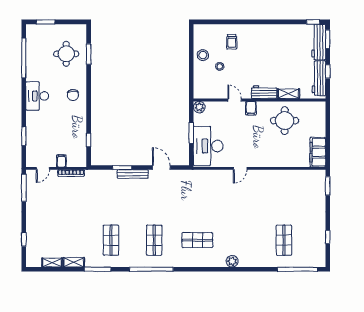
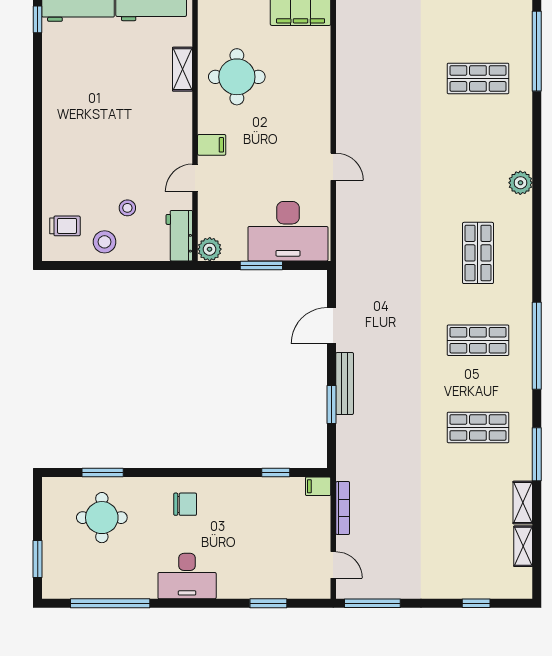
trolley: (232, 42) -> (65, 226), moved
workbench: (264, 92) -> (179, 236), moved
filing cabinet: (61, 161) -> (318, 486), moved

